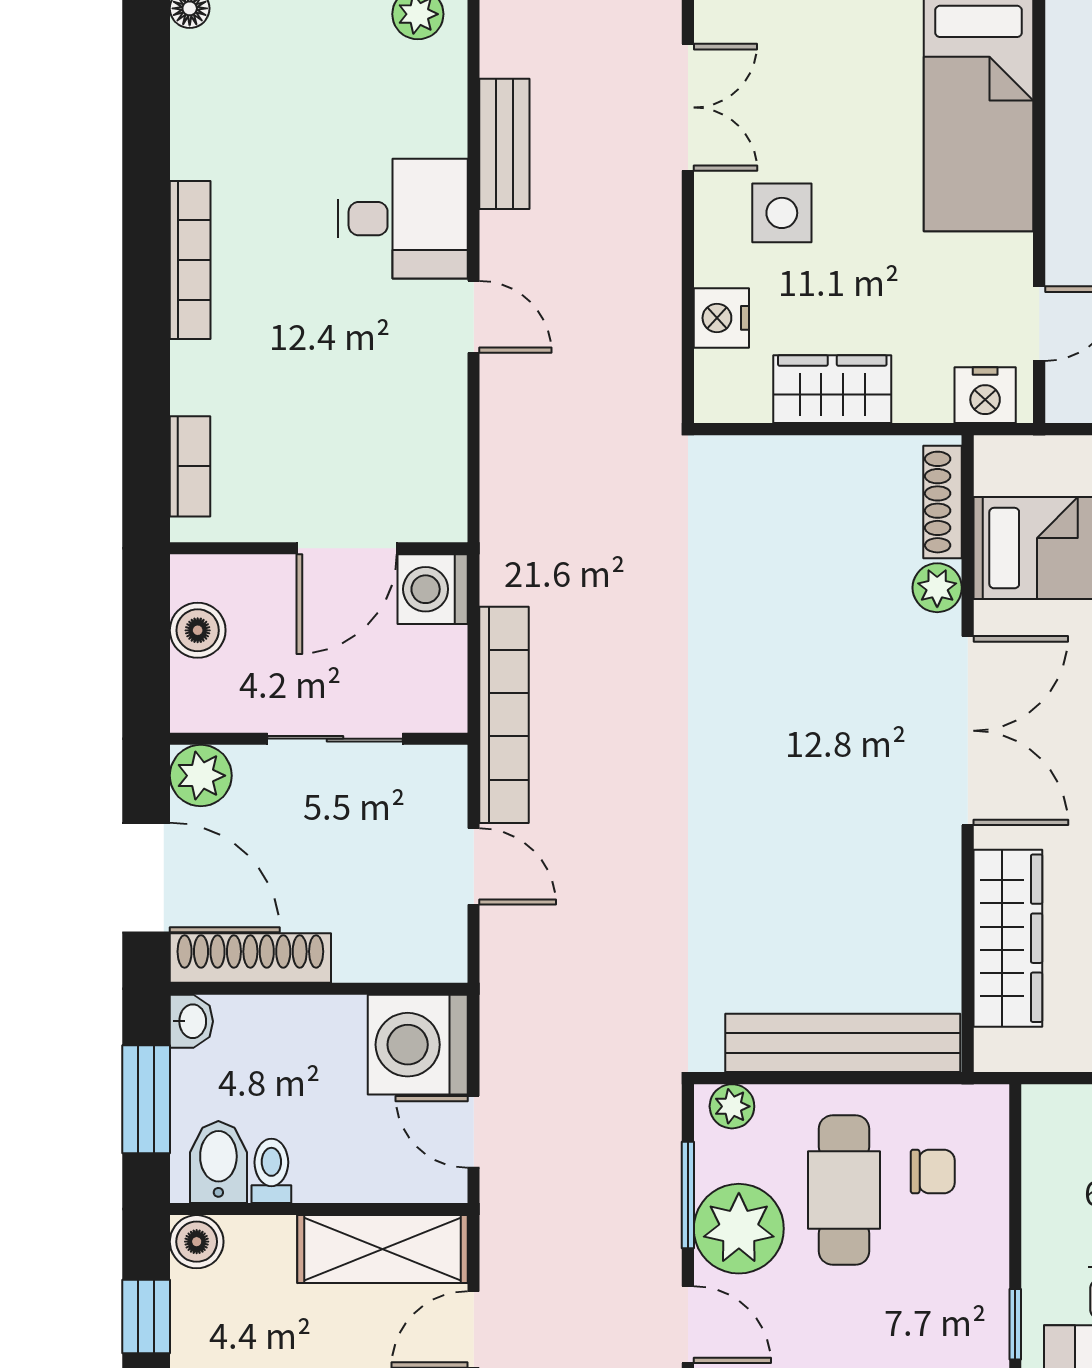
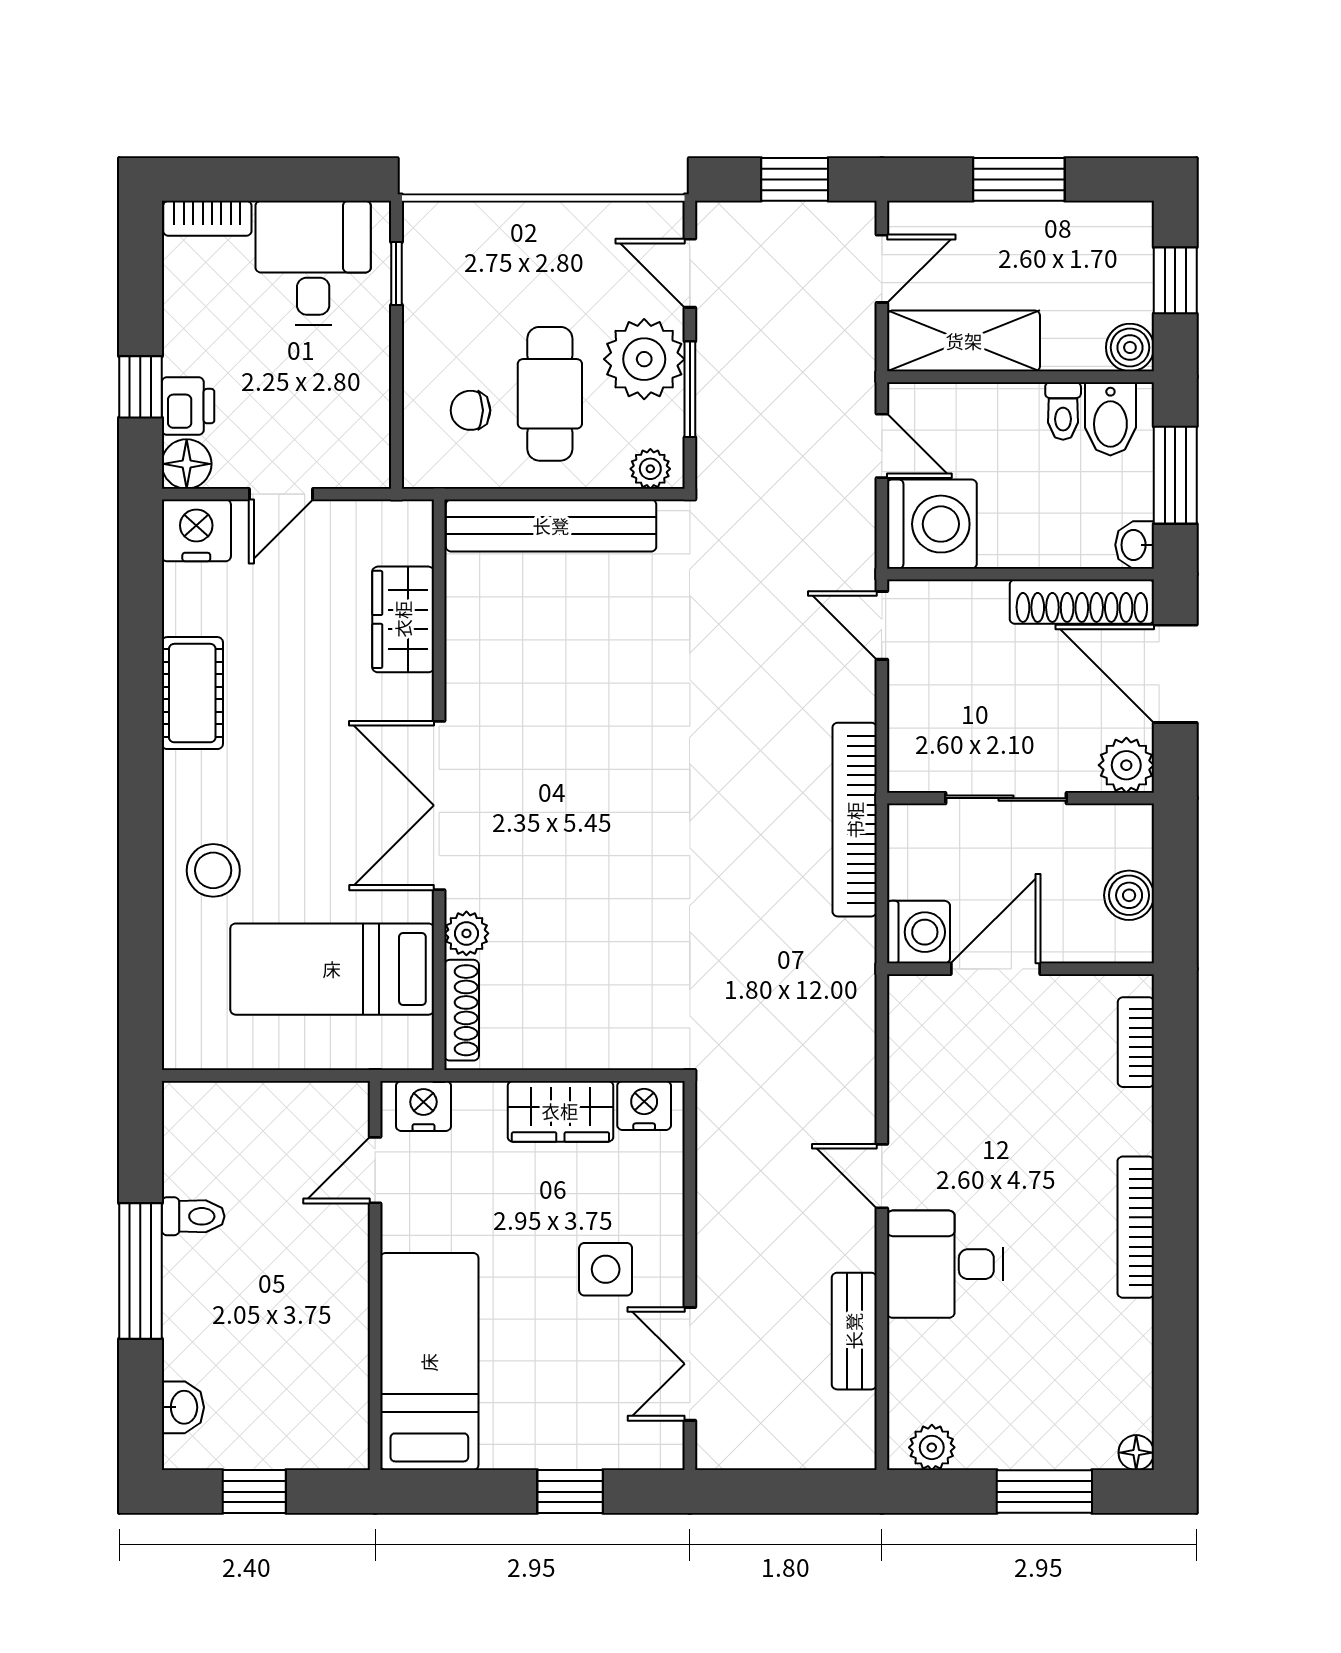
nightstand: (721, 318) -> (644, 1105), moved, turned -90
door: (474, 866) -> (882, 625), moved
wardrobe: (1008, 938) -> (403, 619), width x0.67

